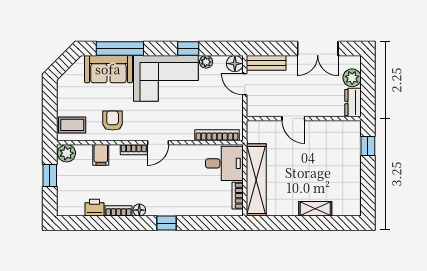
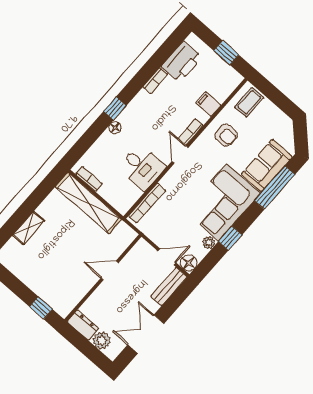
plant: (67, 153) -> (232, 80), removed
desk: (224, 163) -> (142, 167), moved, turned -90
printer: (95, 208) -> (182, 62), width x1.87, depth x1.48
floor lamp: (139, 210) -> (115, 128), moved

